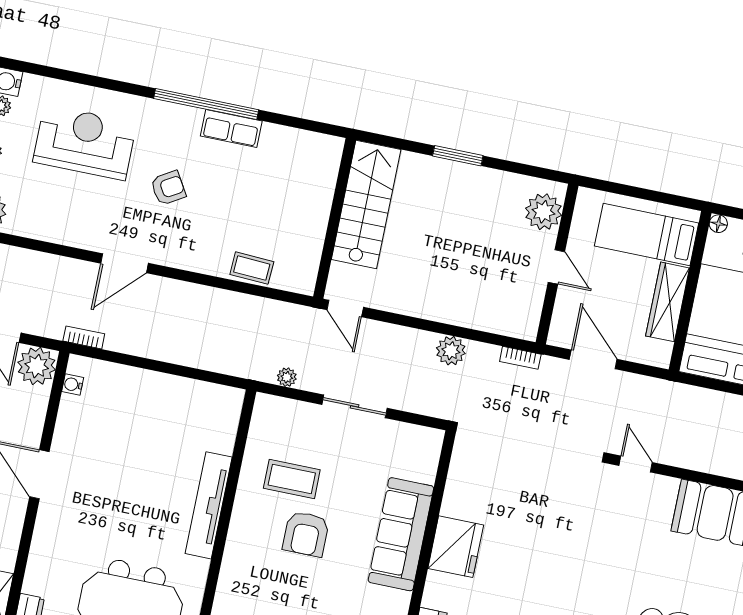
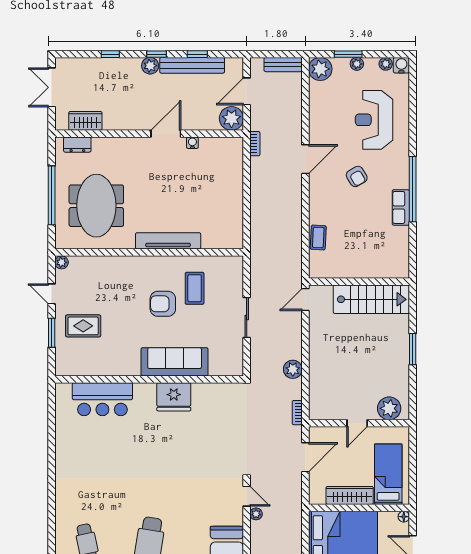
reception desk: (85, 142) -> (374, 120), turned 180
door: (124, 263) -> (305, 159), swing flipped
plant: (287, 377) -> (256, 514), moved
water cooler: (73, 384) -> (192, 143), moved
door: (636, 464) -> (247, 496), hinge flipped

